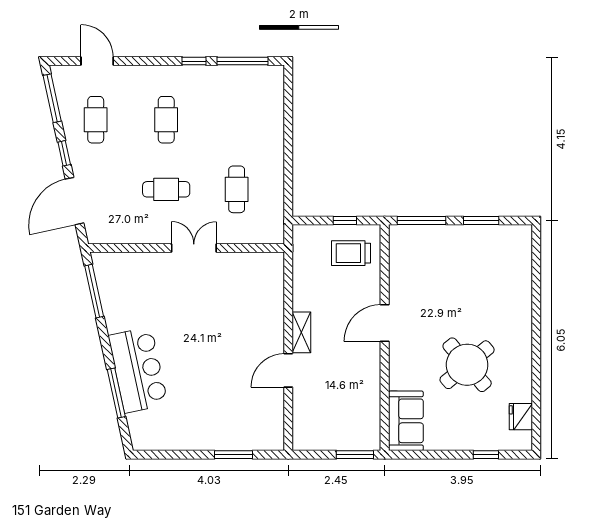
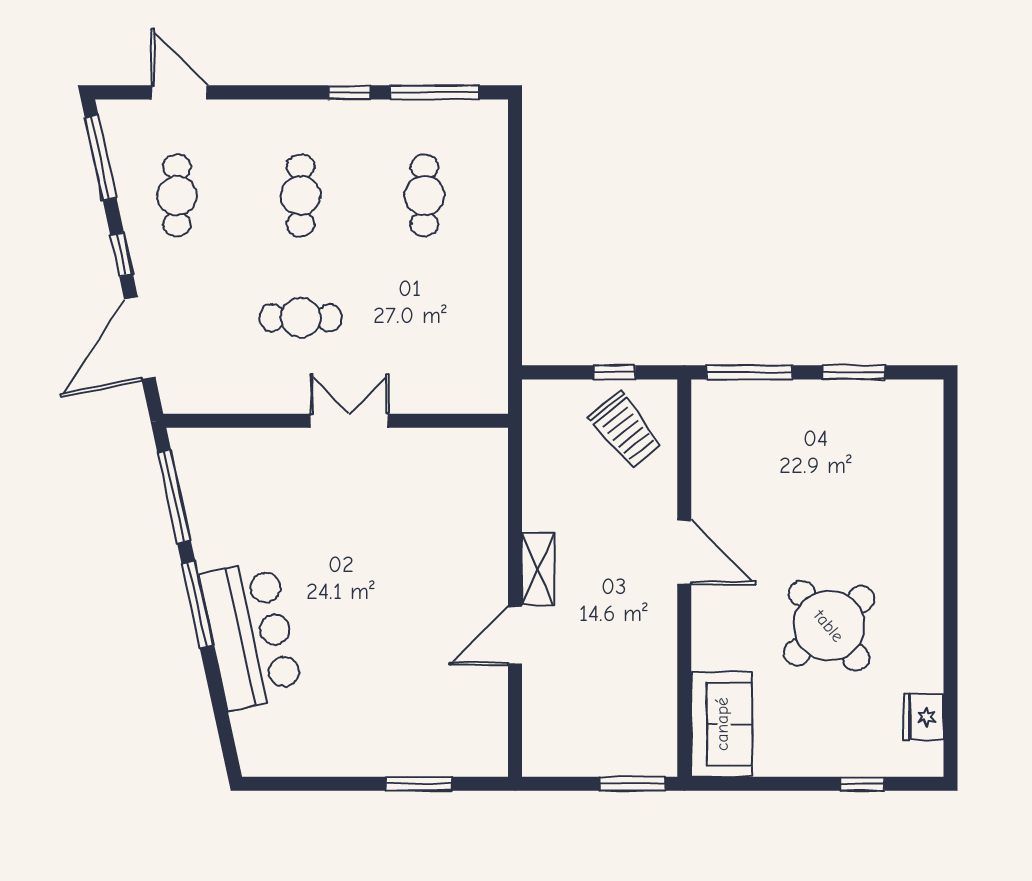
cafe table: (237, 189) -> (424, 195), moved
trolley: (351, 253) -> (625, 430), turned -129
door: (385, 323) -> (684, 552), swing flipped
window: (116, 393) -> (197, 604), moved

